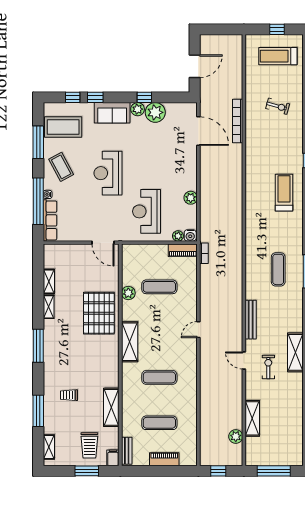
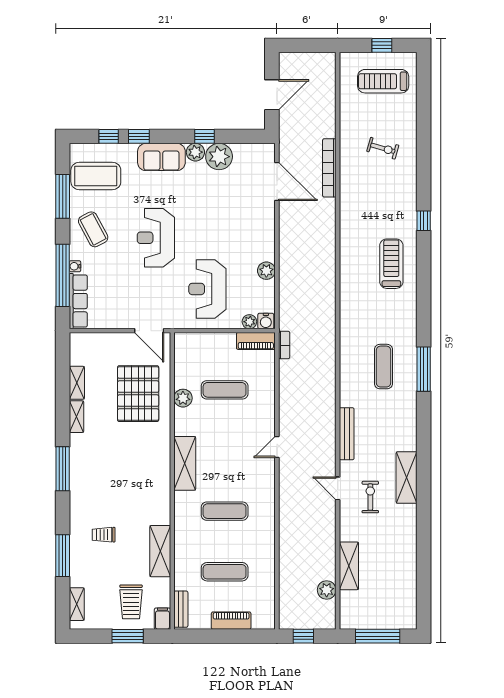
pallet: (99, 313) -> (138, 394), moved

